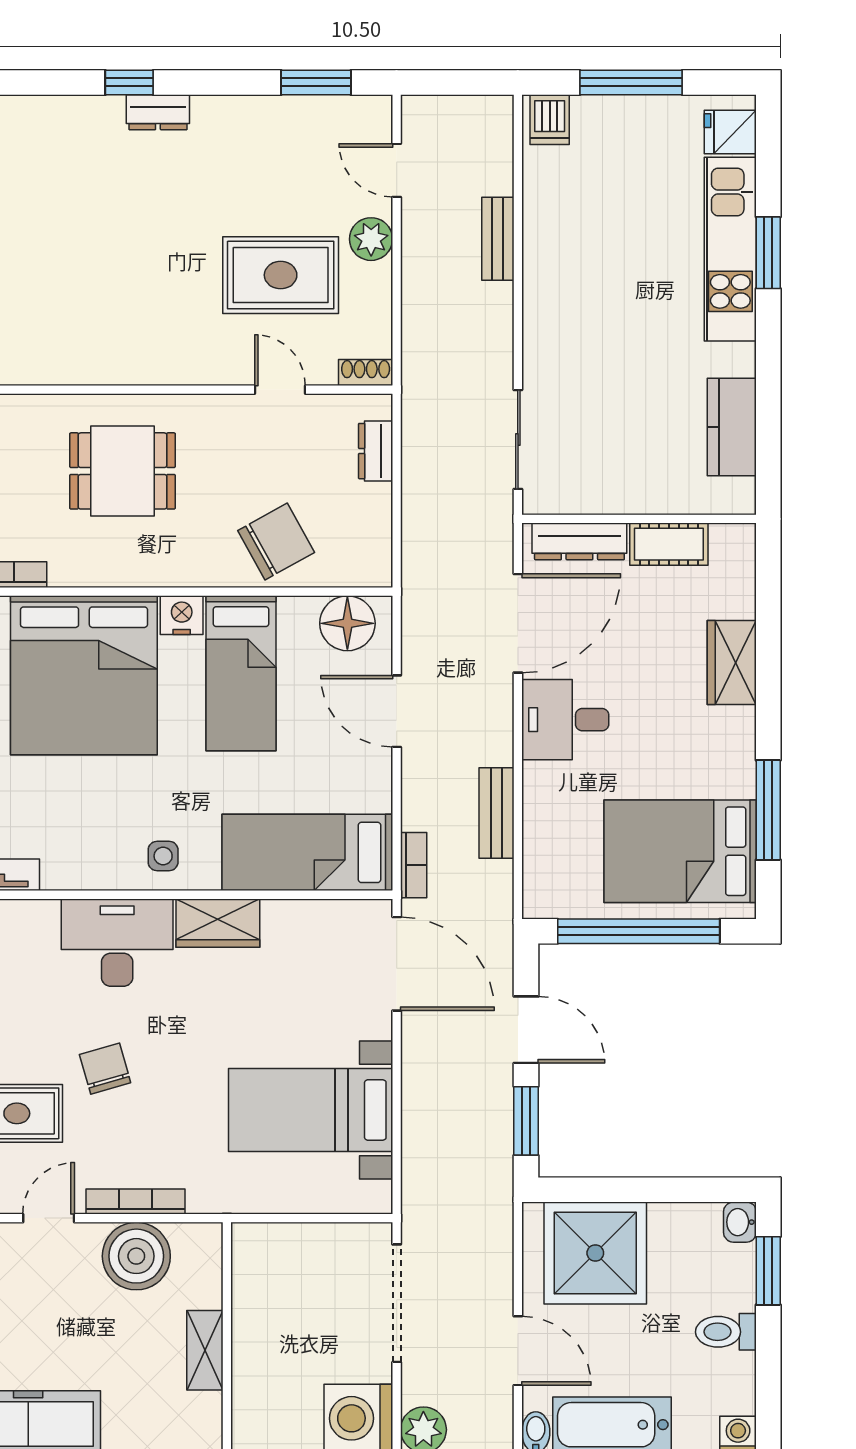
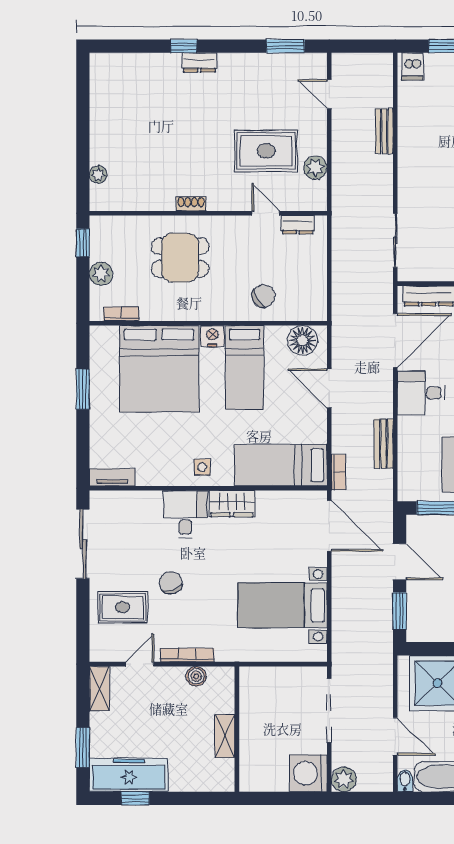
plant: (371, 239) -> (315, 168), moved
shoe rack: (366, 372) -> (191, 204), moved
dresser: (376, 451) -> (298, 225), moved, turned -90
chair: (276, 541) -> (264, 296), width x0.73, depth x0.73
desk: (117, 943) -> (185, 514), width x0.73
boiler: (136, 1256) -> (196, 676), width x0.54, depth x0.54

